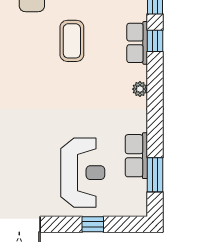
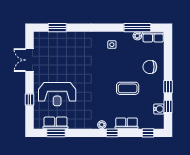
window: (155, 41) -> (112, 133), moved
row of seats: (136, 156) -> (55, 123), moved

